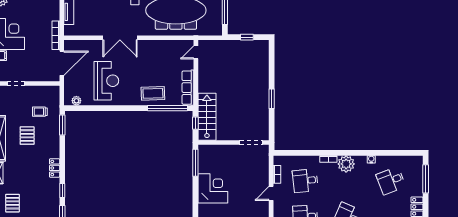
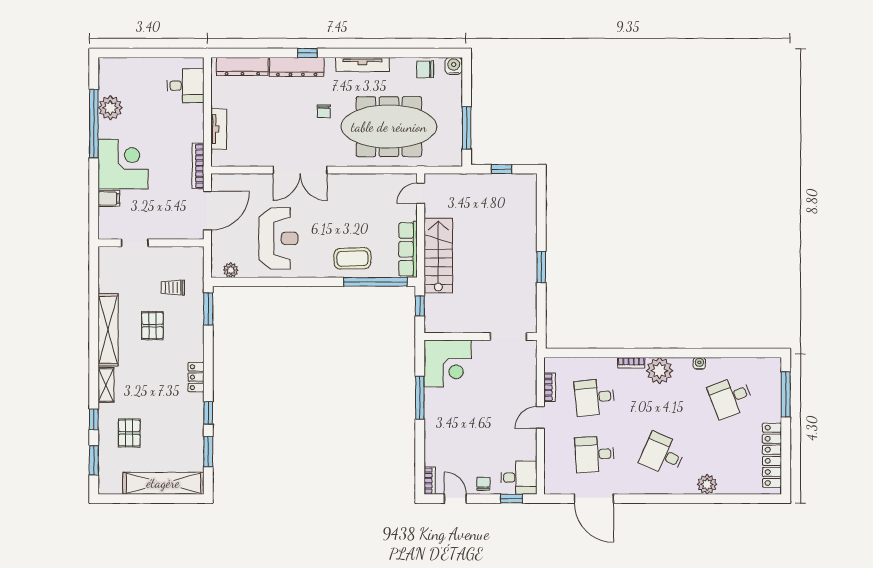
stairs: (207, 117) -> (438, 256), moved
window: (195, 163) -> (420, 398), moved
corner desk: (213, 188) -> (448, 363), moved, turned 90

